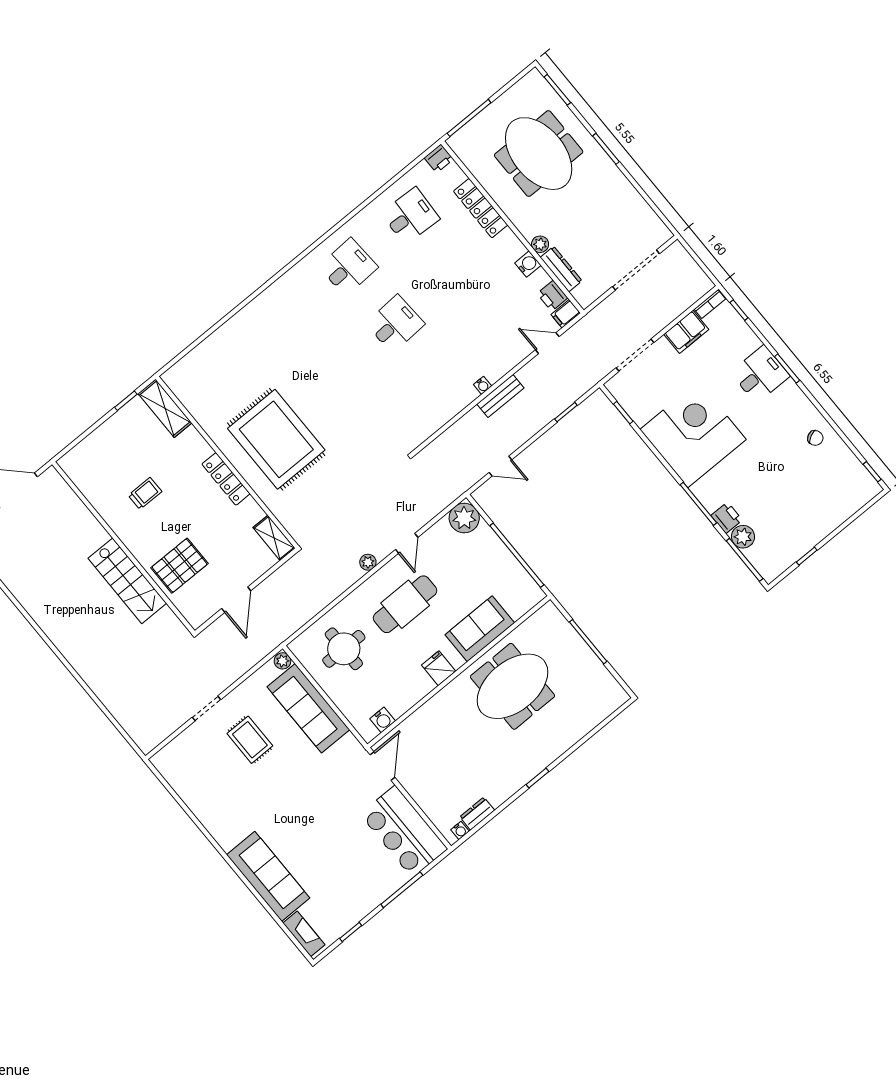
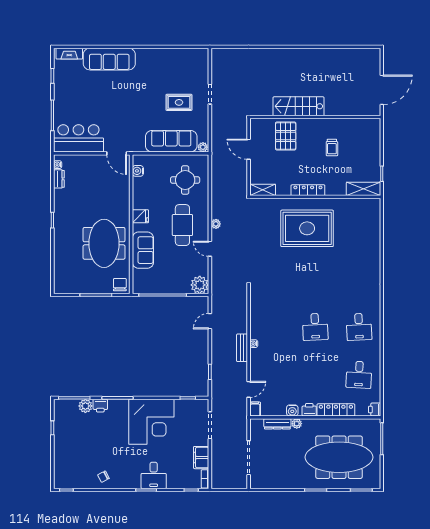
meeting table: (539, 154) -> (339, 457), width x1.36
printer: (553, 296) -> (309, 410), moved
chair: (549, 622) -> (120, 285), added

